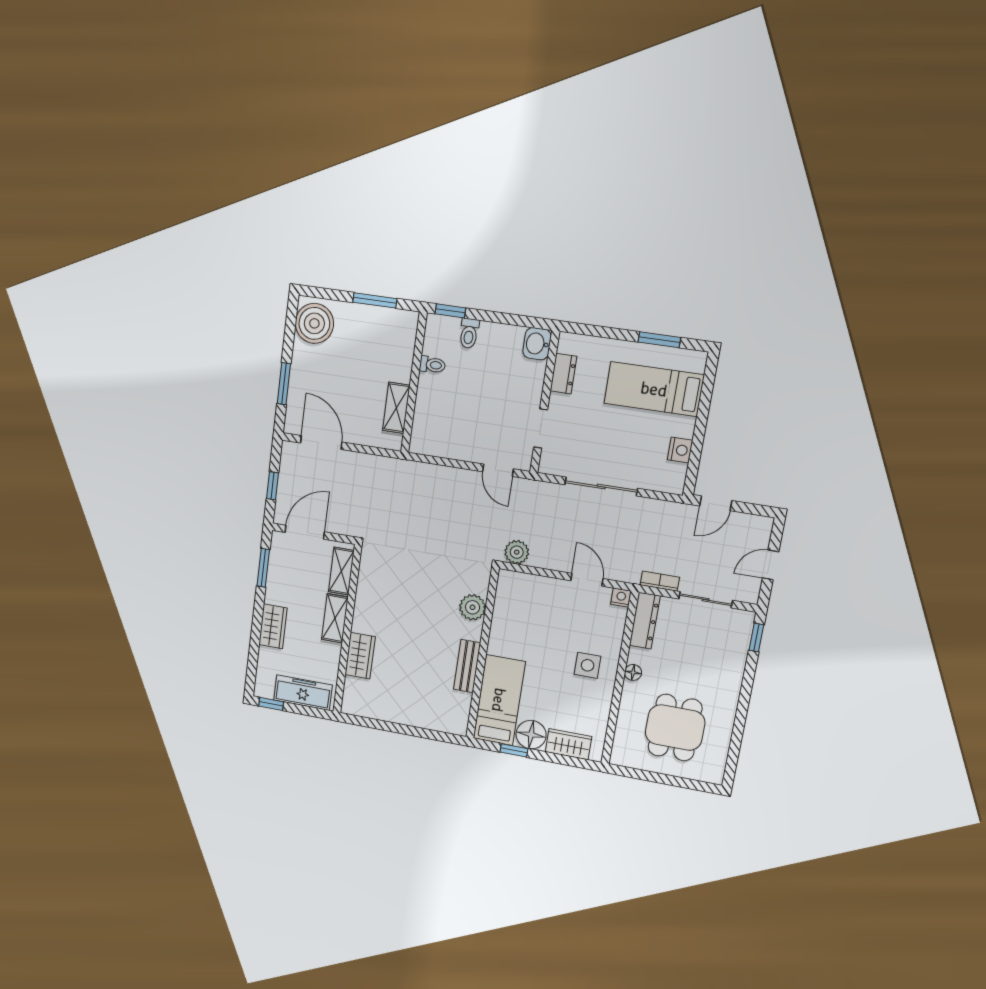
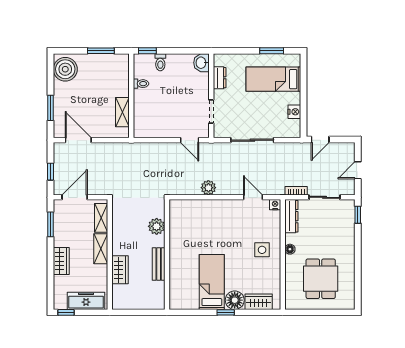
plant: (473, 607) -> (157, 226), moved
wall: (482, 654) -> (167, 254), moved
bench: (467, 666) -> (159, 264), moved

